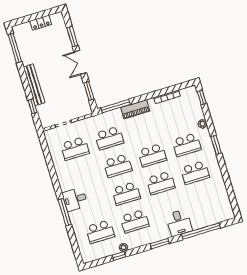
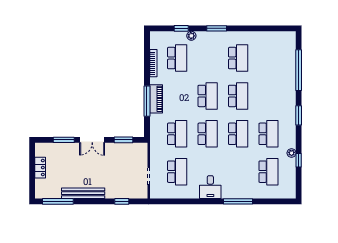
bench: (34, 85) -> (83, 193), moved
window: (202, 97) -> (181, 28), moved
window: (116, 106) -> (147, 101), moved
school desk: (187, 145) -> (177, 58), moved
desk: (75, 199) -> (210, 187), moved
desk: (179, 223) -> (284, 90), removed

